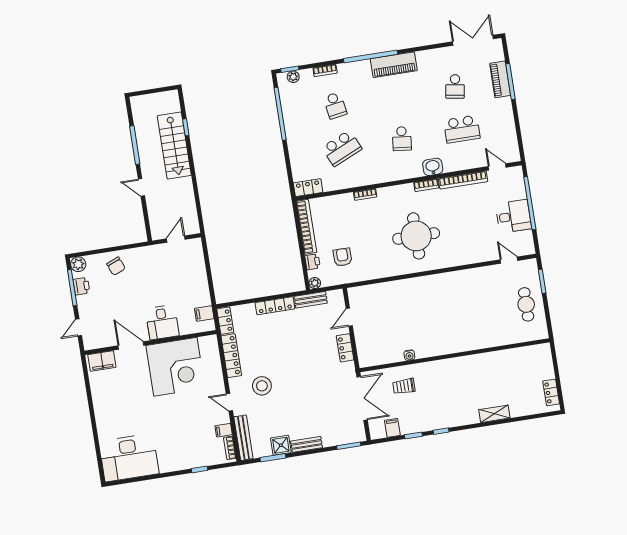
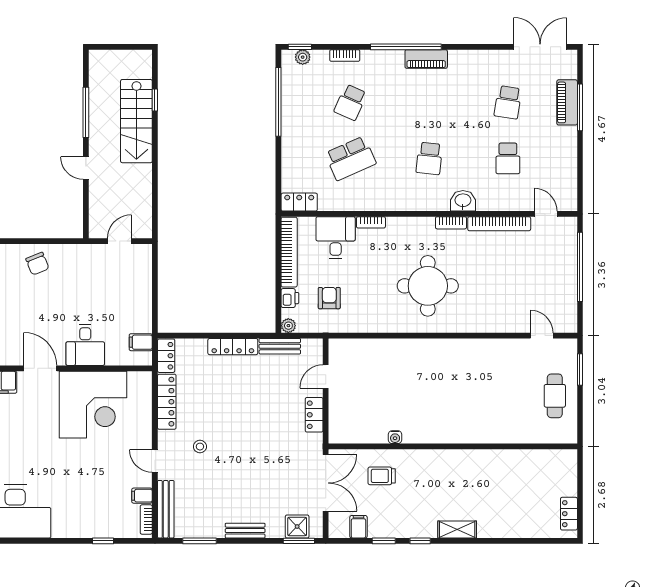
piano: (394, 65) -> (426, 59), width x0.73, depth x0.75
school desk: (335, 105) -> (350, 102), turned 33
school desk: (462, 129) -> (508, 158), width x0.54
desk: (513, 216) -> (336, 238), moved, turned -90
stool: (262, 386) -> (200, 447), width x0.53, depth x0.53
shelving: (494, 414) -> (457, 529), moved
shower: (281, 445) -> (297, 526), moved

